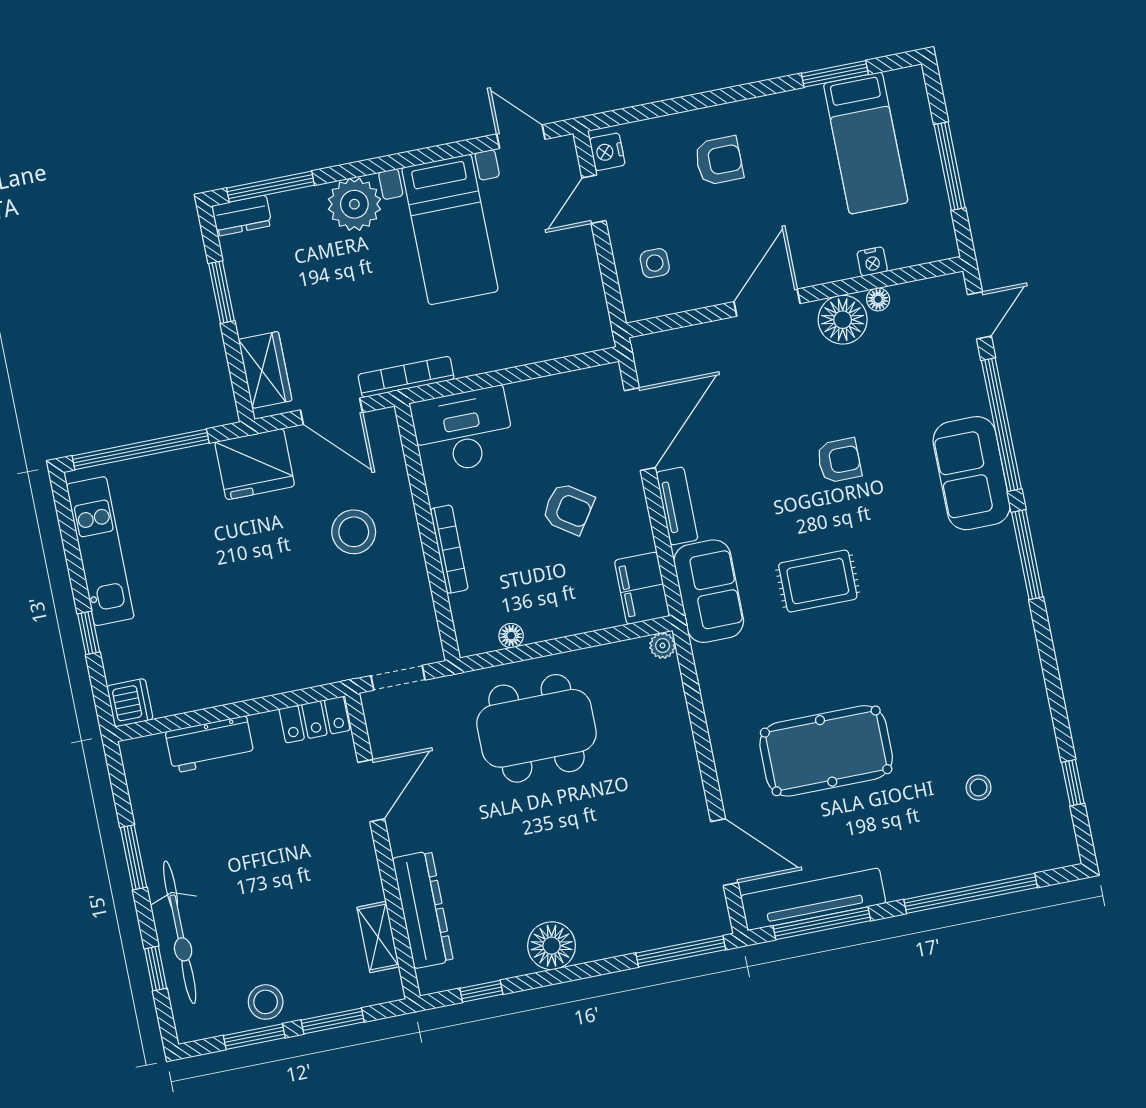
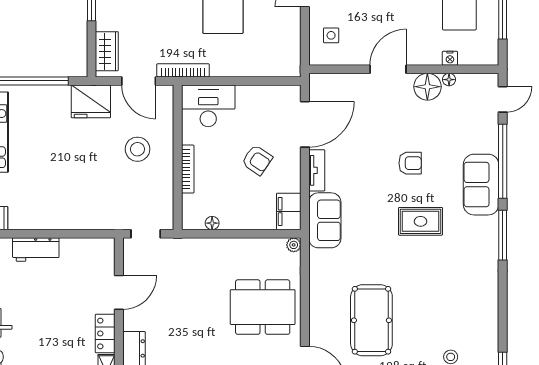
rug: (818, 581) -> (420, 221), moved
locker: (314, 720) -> (105, 333), moved, turned 90
dining table: (536, 728) -> (263, 307), moved
pool table: (826, 751) -> (371, 320), turned 90

